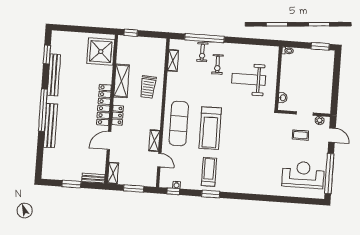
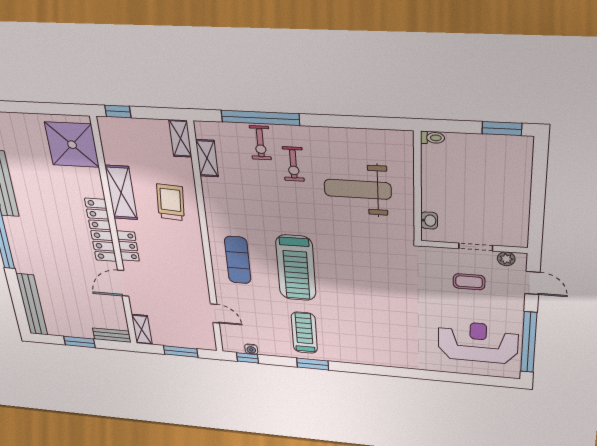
trolley: (148, 87) -> (171, 202), turned 180
exercise mat: (179, 123) -> (238, 260), width x0.73, depth x0.69
bench: (50, 126) -> (32, 305), moved
shelving: (154, 141) -> (180, 138), moved

